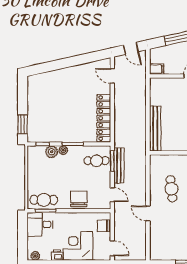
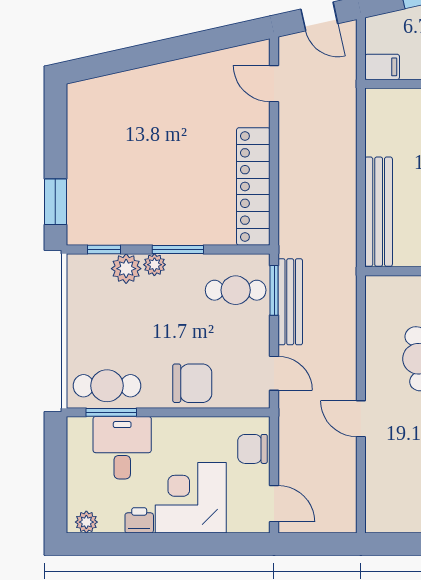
chair: (79, 199) -> (192, 383), turned 90
desk: (40, 224) -> (122, 448), moved, turned 90

